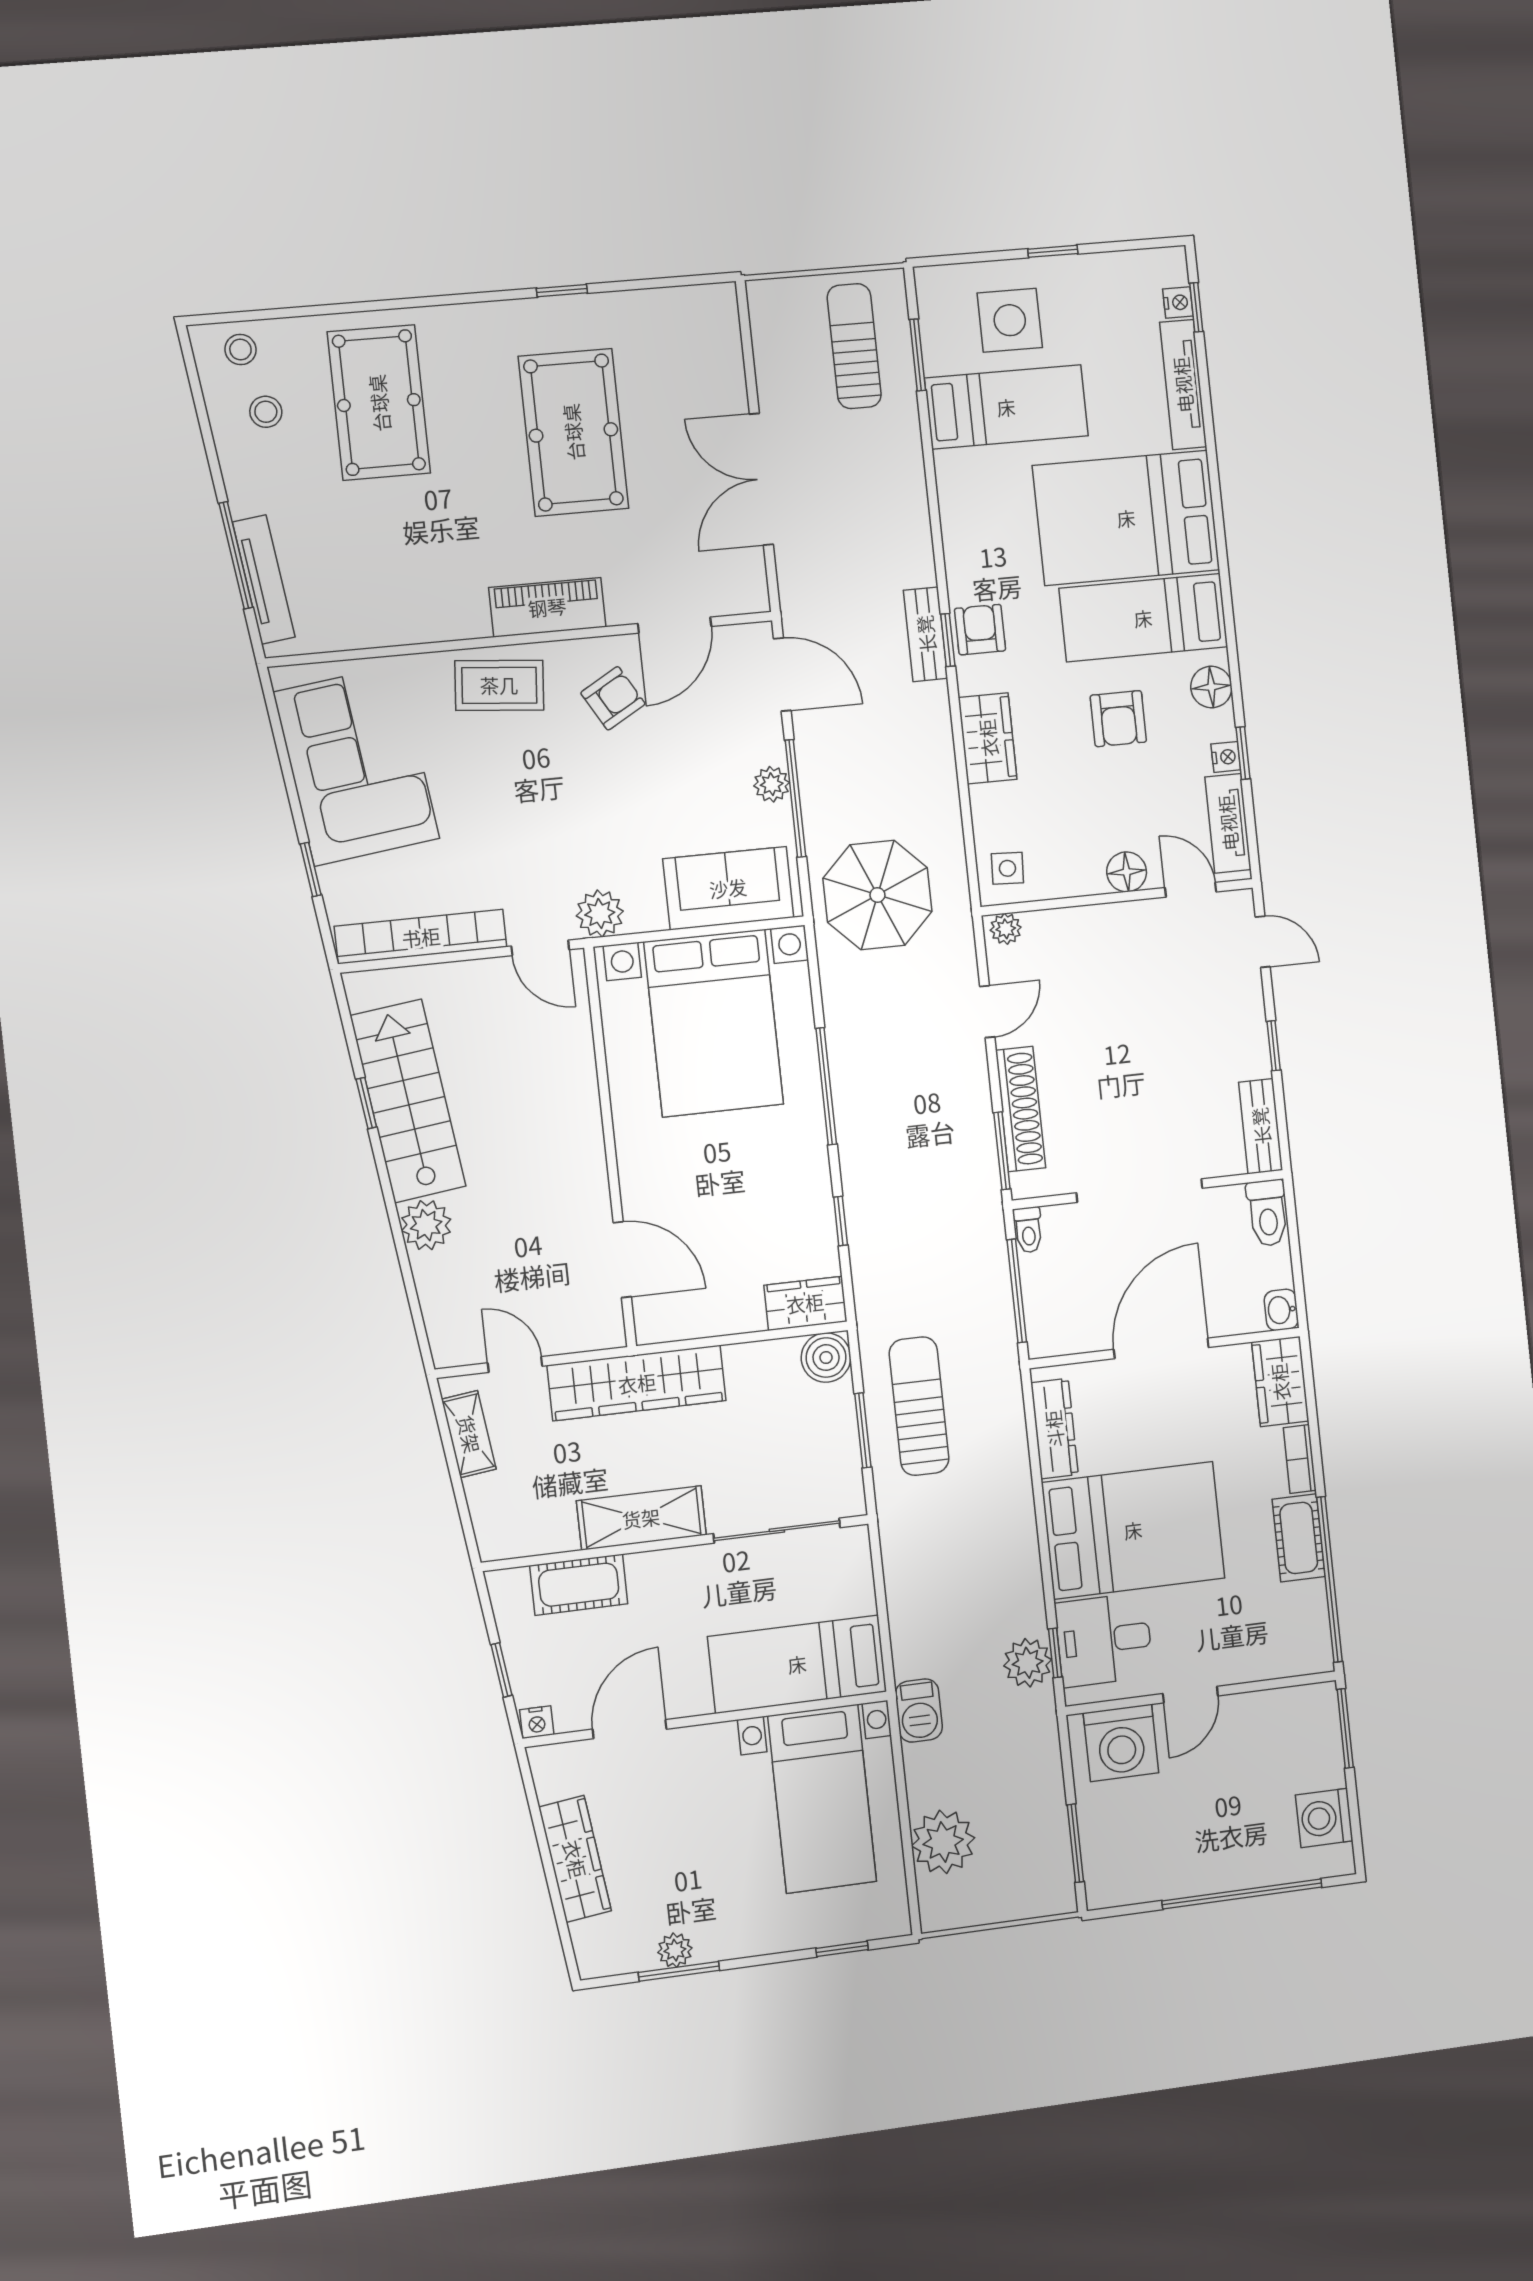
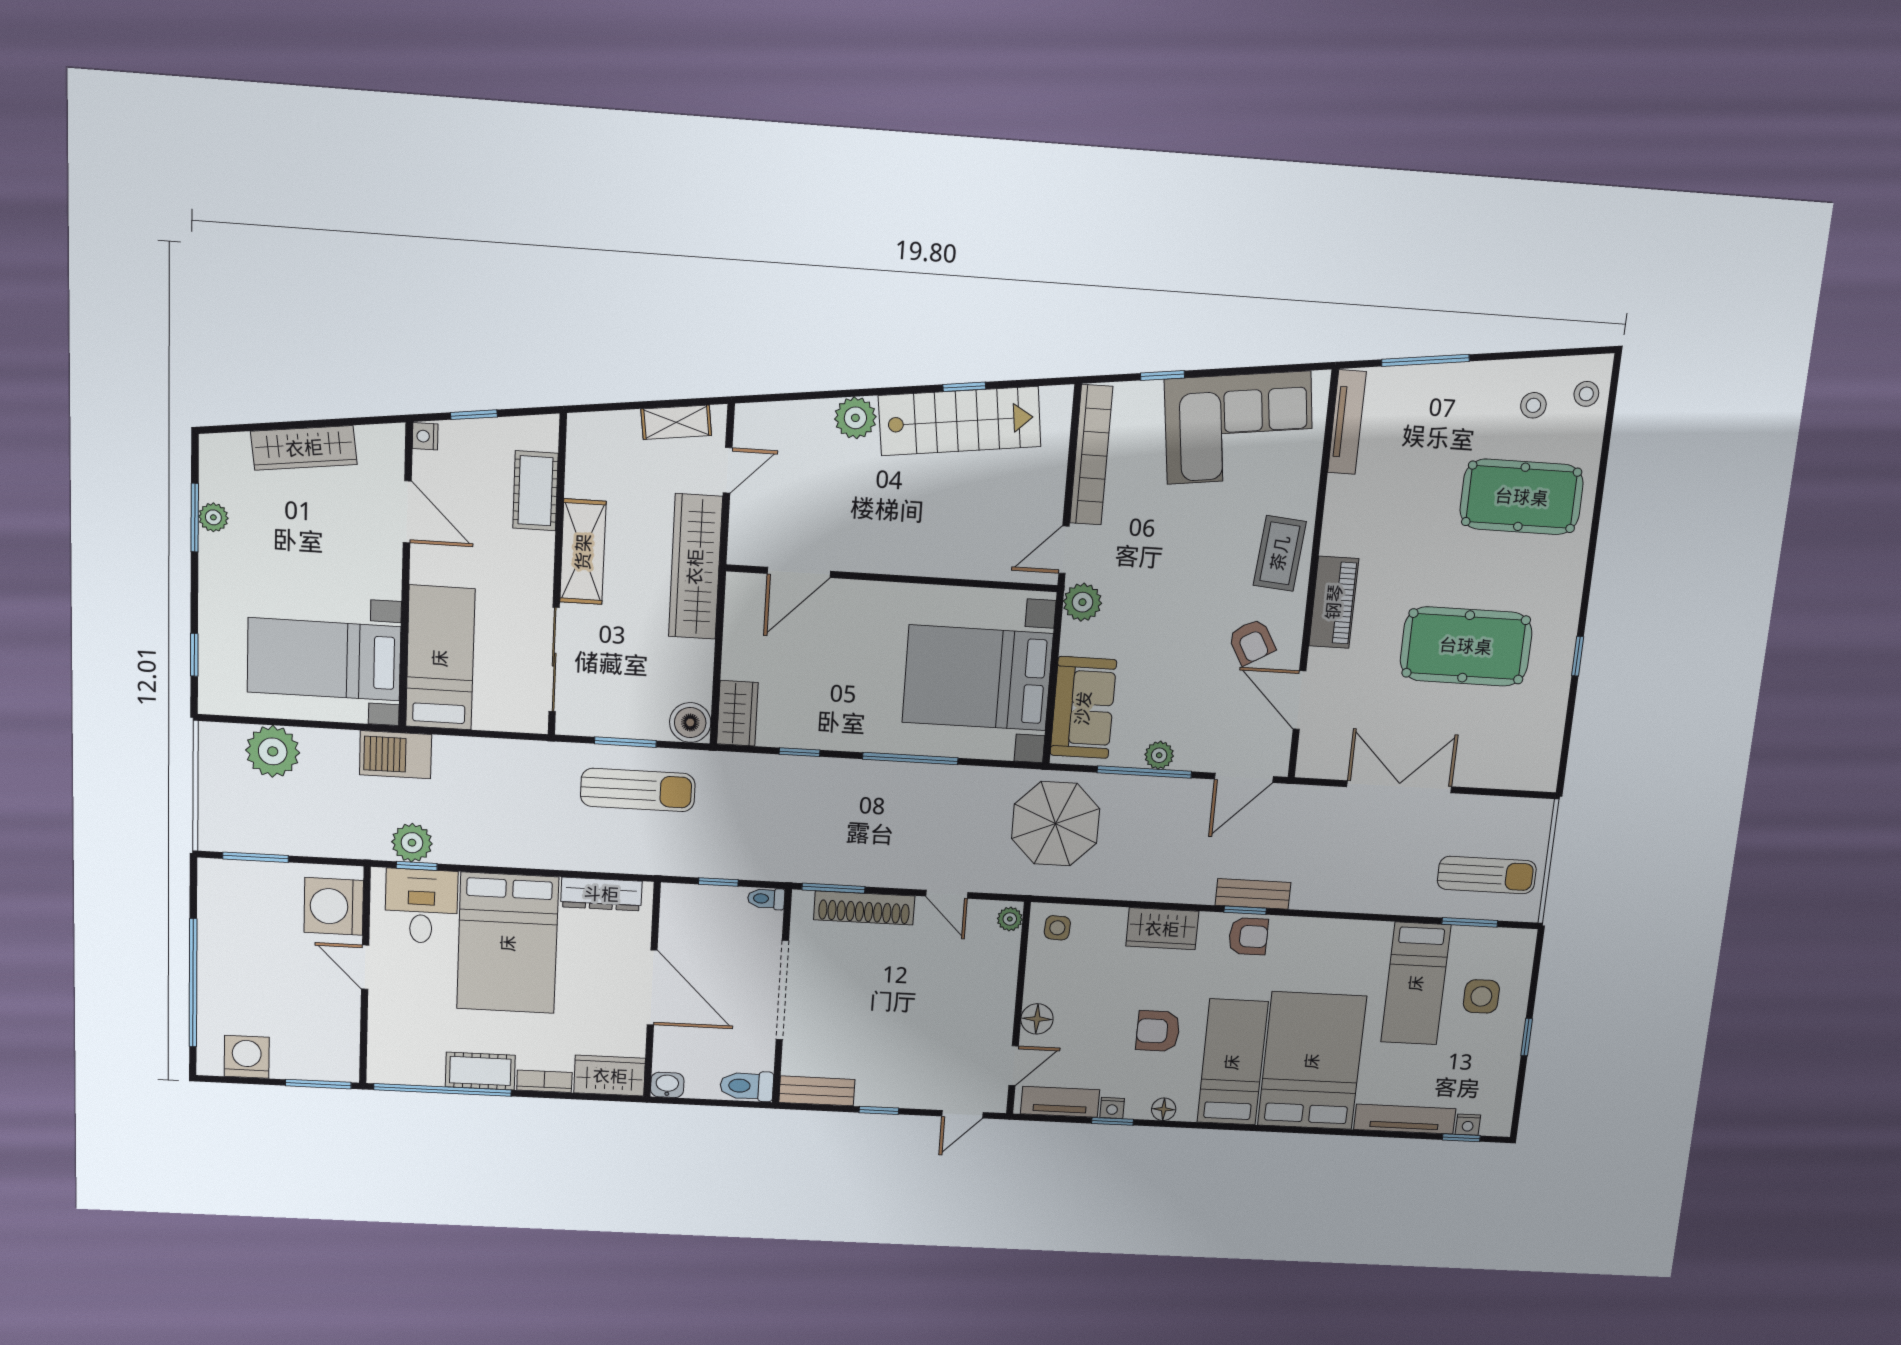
side table: (1010, 320) -> (1481, 996), width x0.73, depth x0.73
tv unit: (264, 580) -> (1347, 422), moved, turned -83
floor lamp: (1211, 687) -> (1164, 1109), width x0.73, depth x0.73
window: (1017, 1291) -> (718, 882), width x0.46
barbecue: (919, 1711) -> (396, 755), width x1.38, depth x1.27

